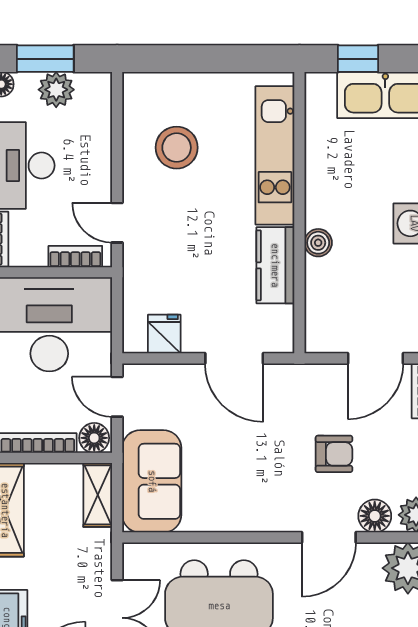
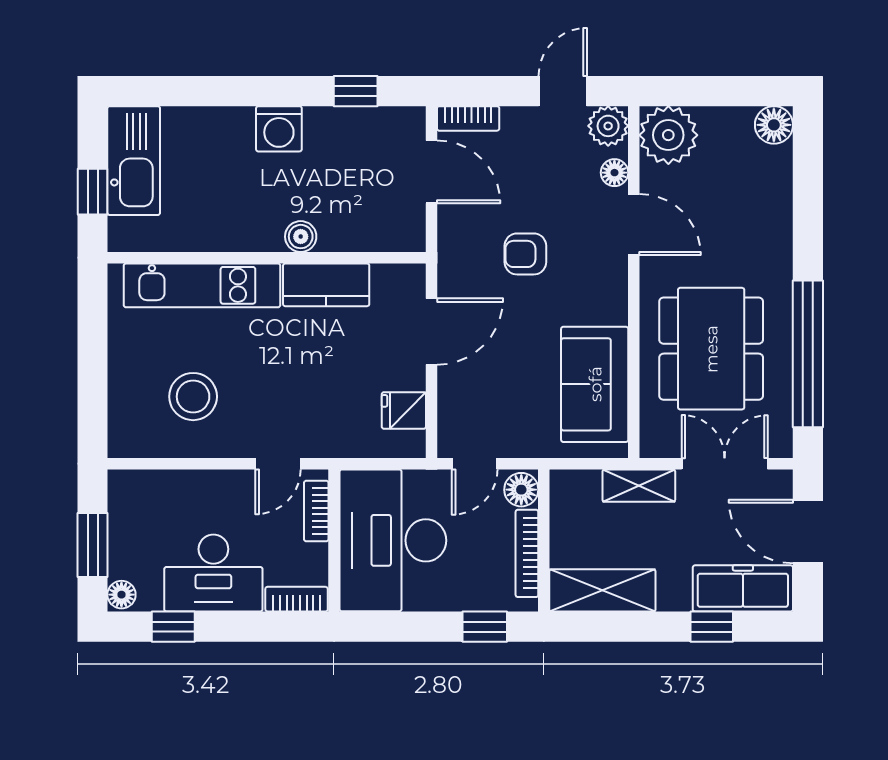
plant: (56, 90) -> (128, 533), removed
armchair: (334, 454) -> (525, 254), moved, turned -90
sofa: (152, 481) -> (595, 384), moved, turned -90
shelving: (98, 495) -> (639, 486), moved
floor lamp: (375, 516) -> (614, 173), width x0.73, depth x0.73

